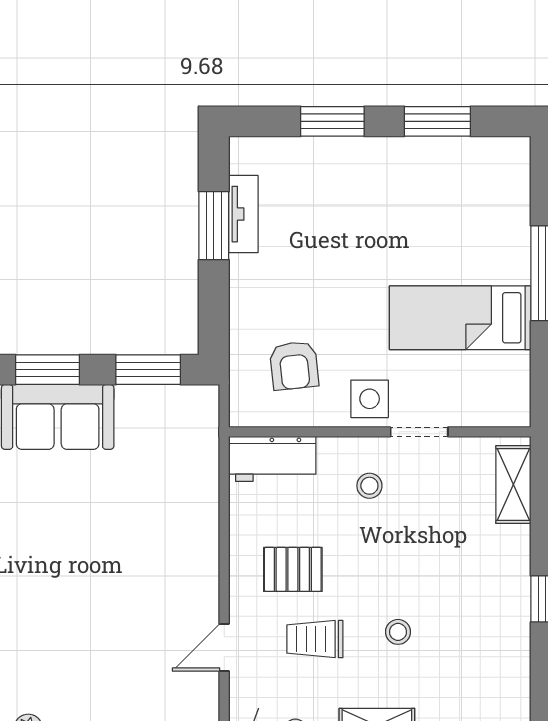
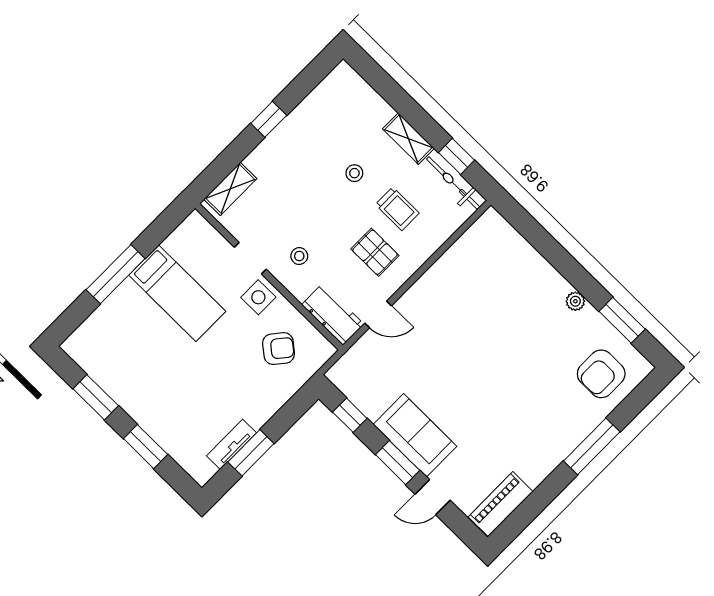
armchair: (294, 366) -> (279, 349), turned 45
window: (148, 370) -> (350, 415), width x0.67
door: (224, 648) -> (378, 314), moved

